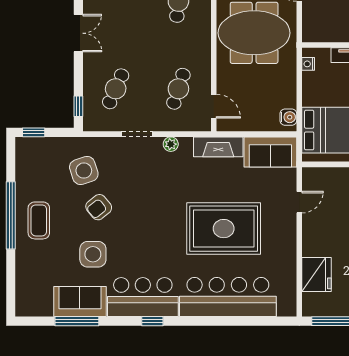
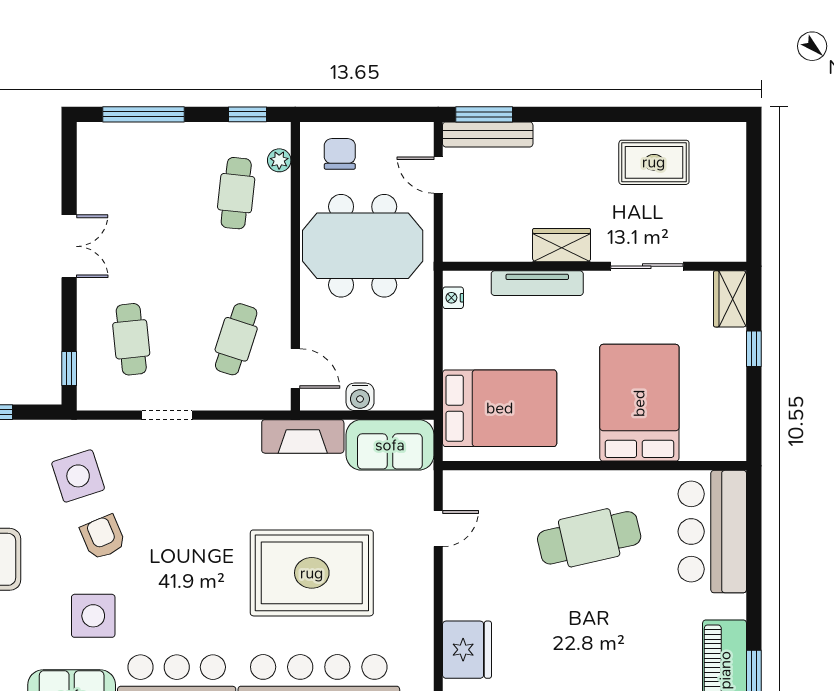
cafe table: (116, 89) -> (131, 339), turned -30
water cooler: (288, 117) -> (360, 397), moved, turned 90
plant: (171, 144) -> (223, 432), removed
armchair: (99, 207) -> (103, 537), turned 106

